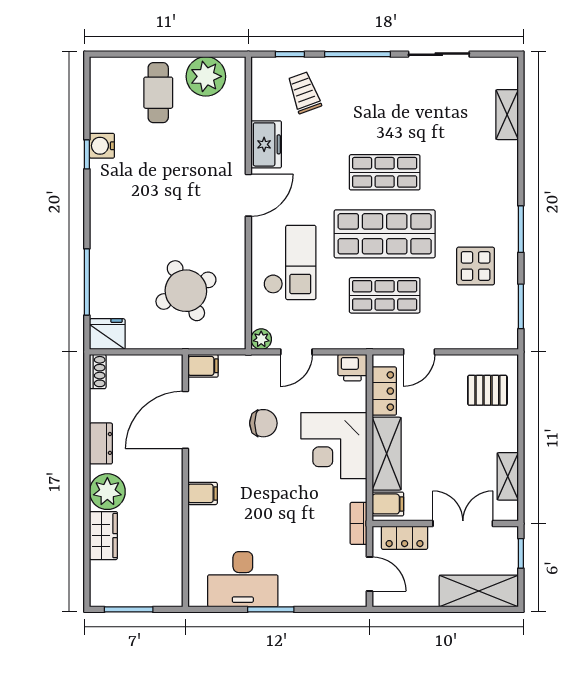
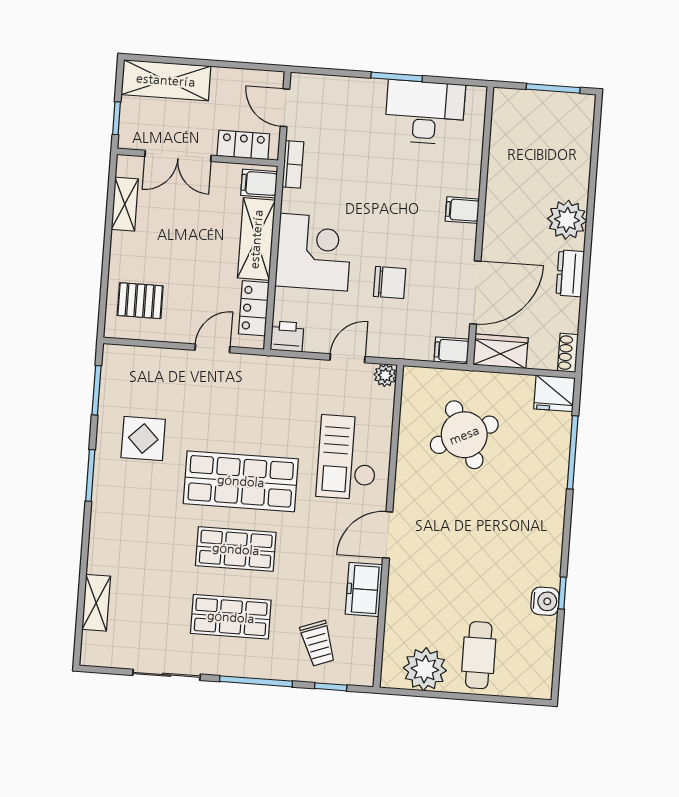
shop shelf: (385, 295) -> (231, 617), moved
chair: (263, 423) -> (390, 282), turned 180
wardrobe: (103, 536) -> (500, 351), moved, turned 90

